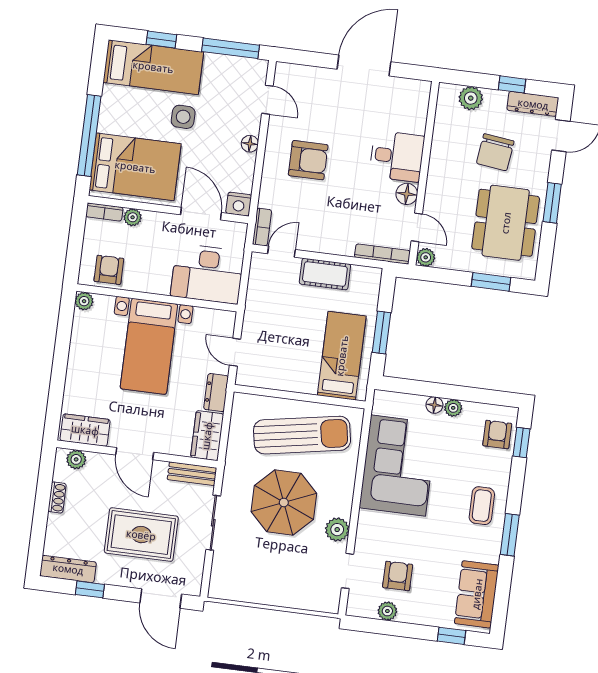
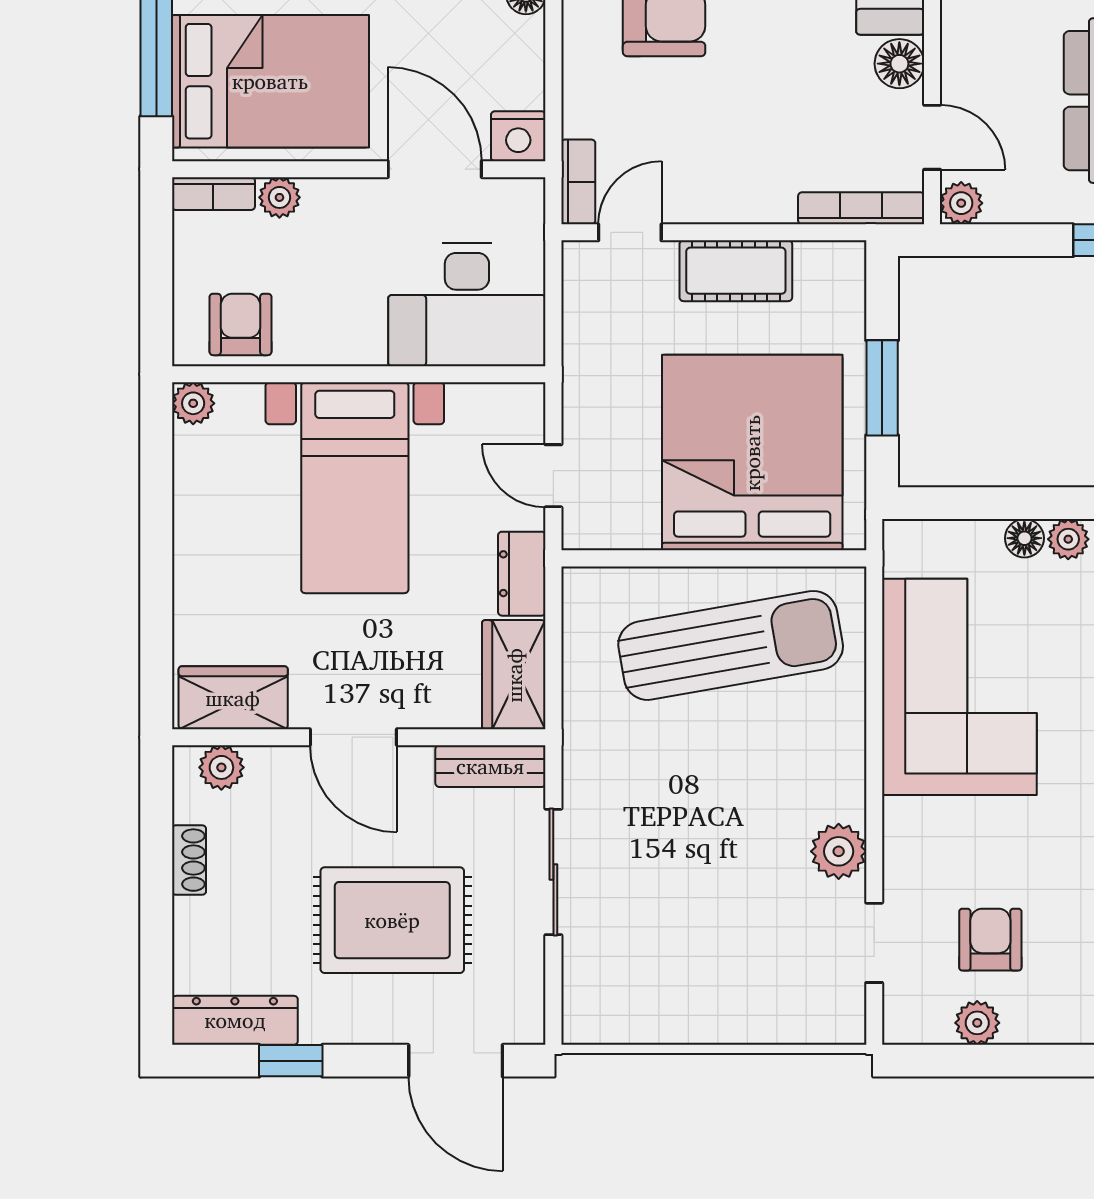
bed: (342, 356) -> (752, 453), width x2.04
parasol: (284, 502) -> (709, 805), removed

